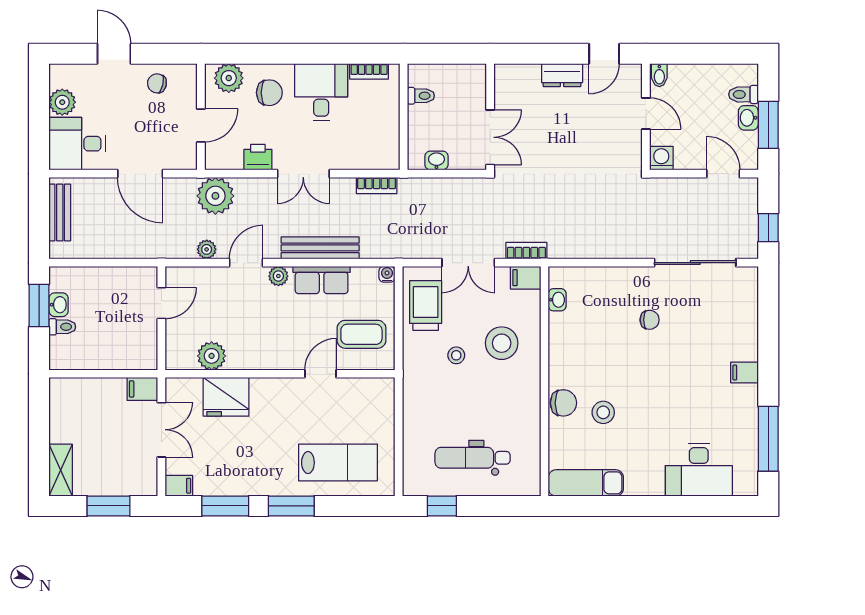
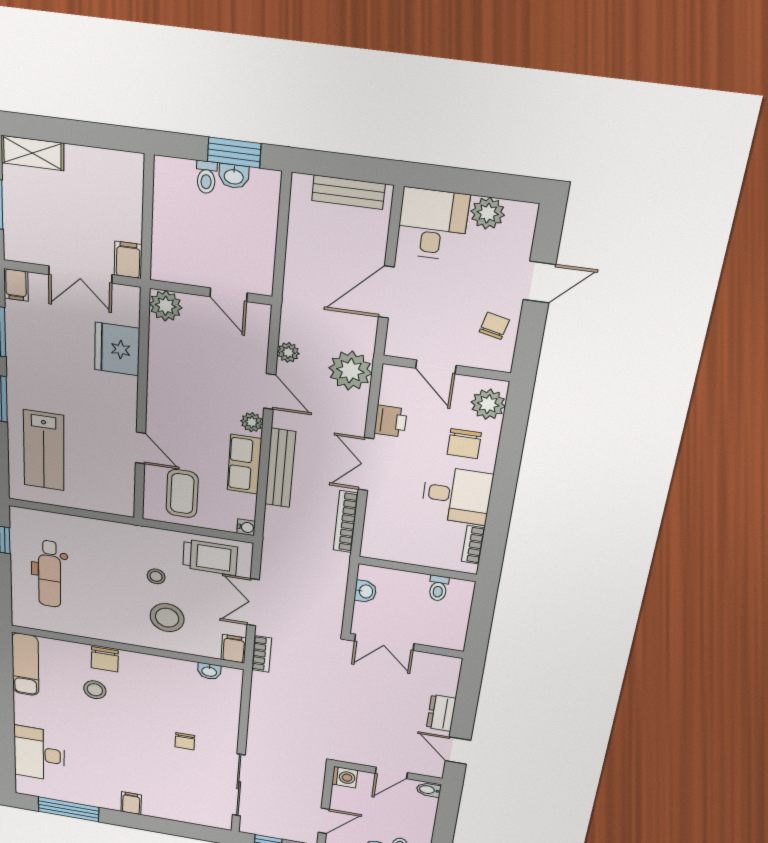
bookcase: (377, 185) -> (346, 522), width x1.56
plant: (212, 356) -> (166, 306), moved
dental chair: (473, 458) -> (50, 574), turned 180

